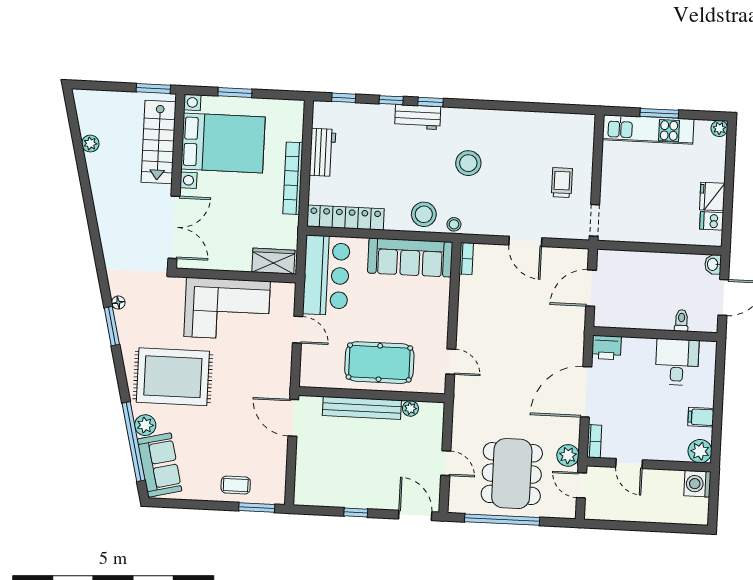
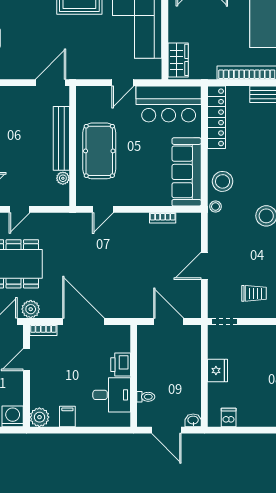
fridge: (712, 197) -> (218, 371), moved, turned 90
bookcase: (466, 258) -> (163, 218), moved
printer: (606, 348) -> (121, 365), moved

